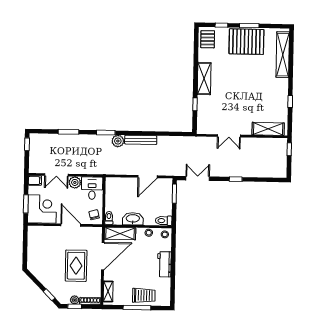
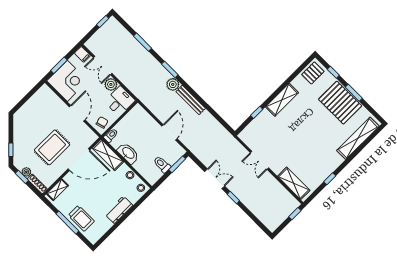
door: (148, 177) -> (169, 132), swing flipped
double door: (198, 178) -> (215, 179), moved
toilet: (164, 221) -> (162, 164), moved

